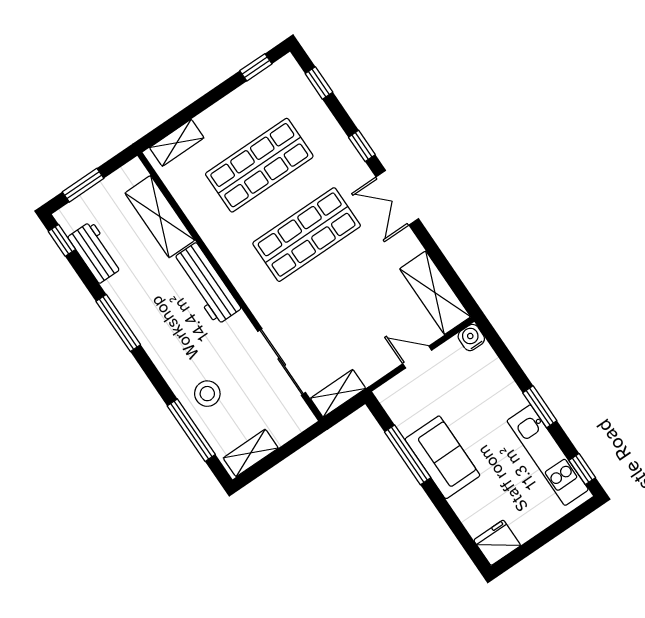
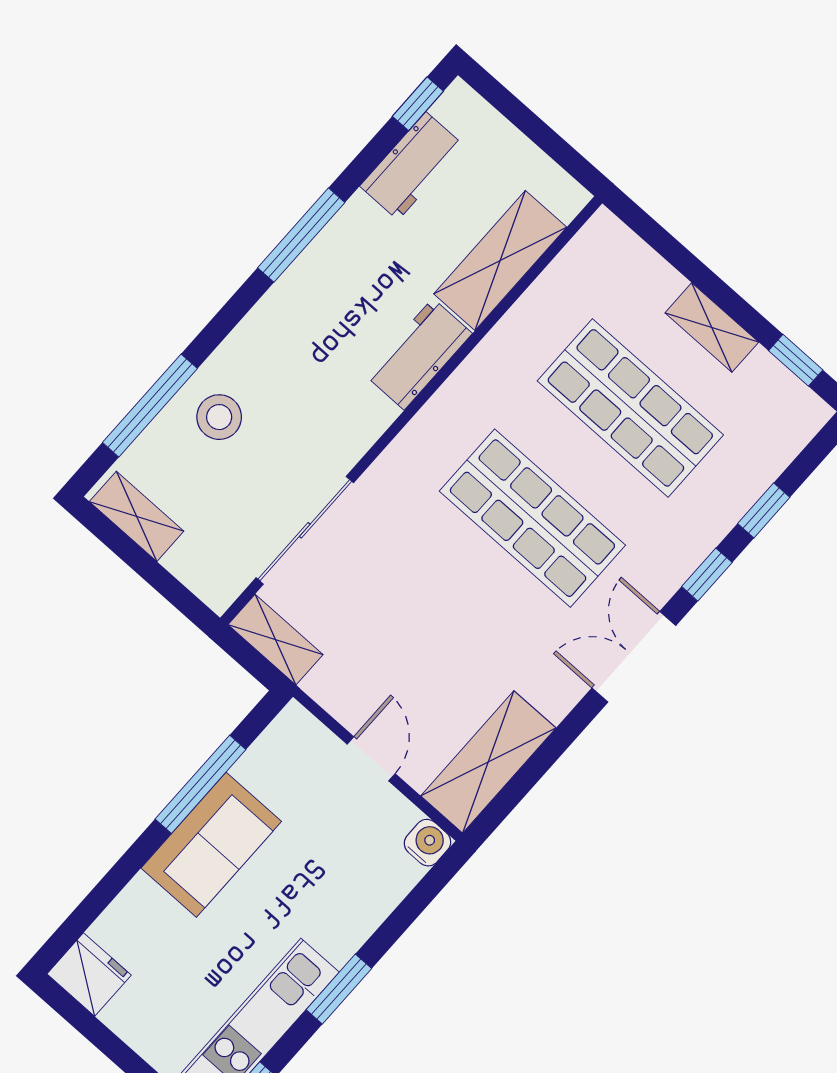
window: (319, 83) -> (764, 511), moved
shelving: (177, 143) -> (712, 327), moved
window: (83, 185) -> (521, 116), removed
workbench: (206, 284) -> (419, 354), width x0.73

